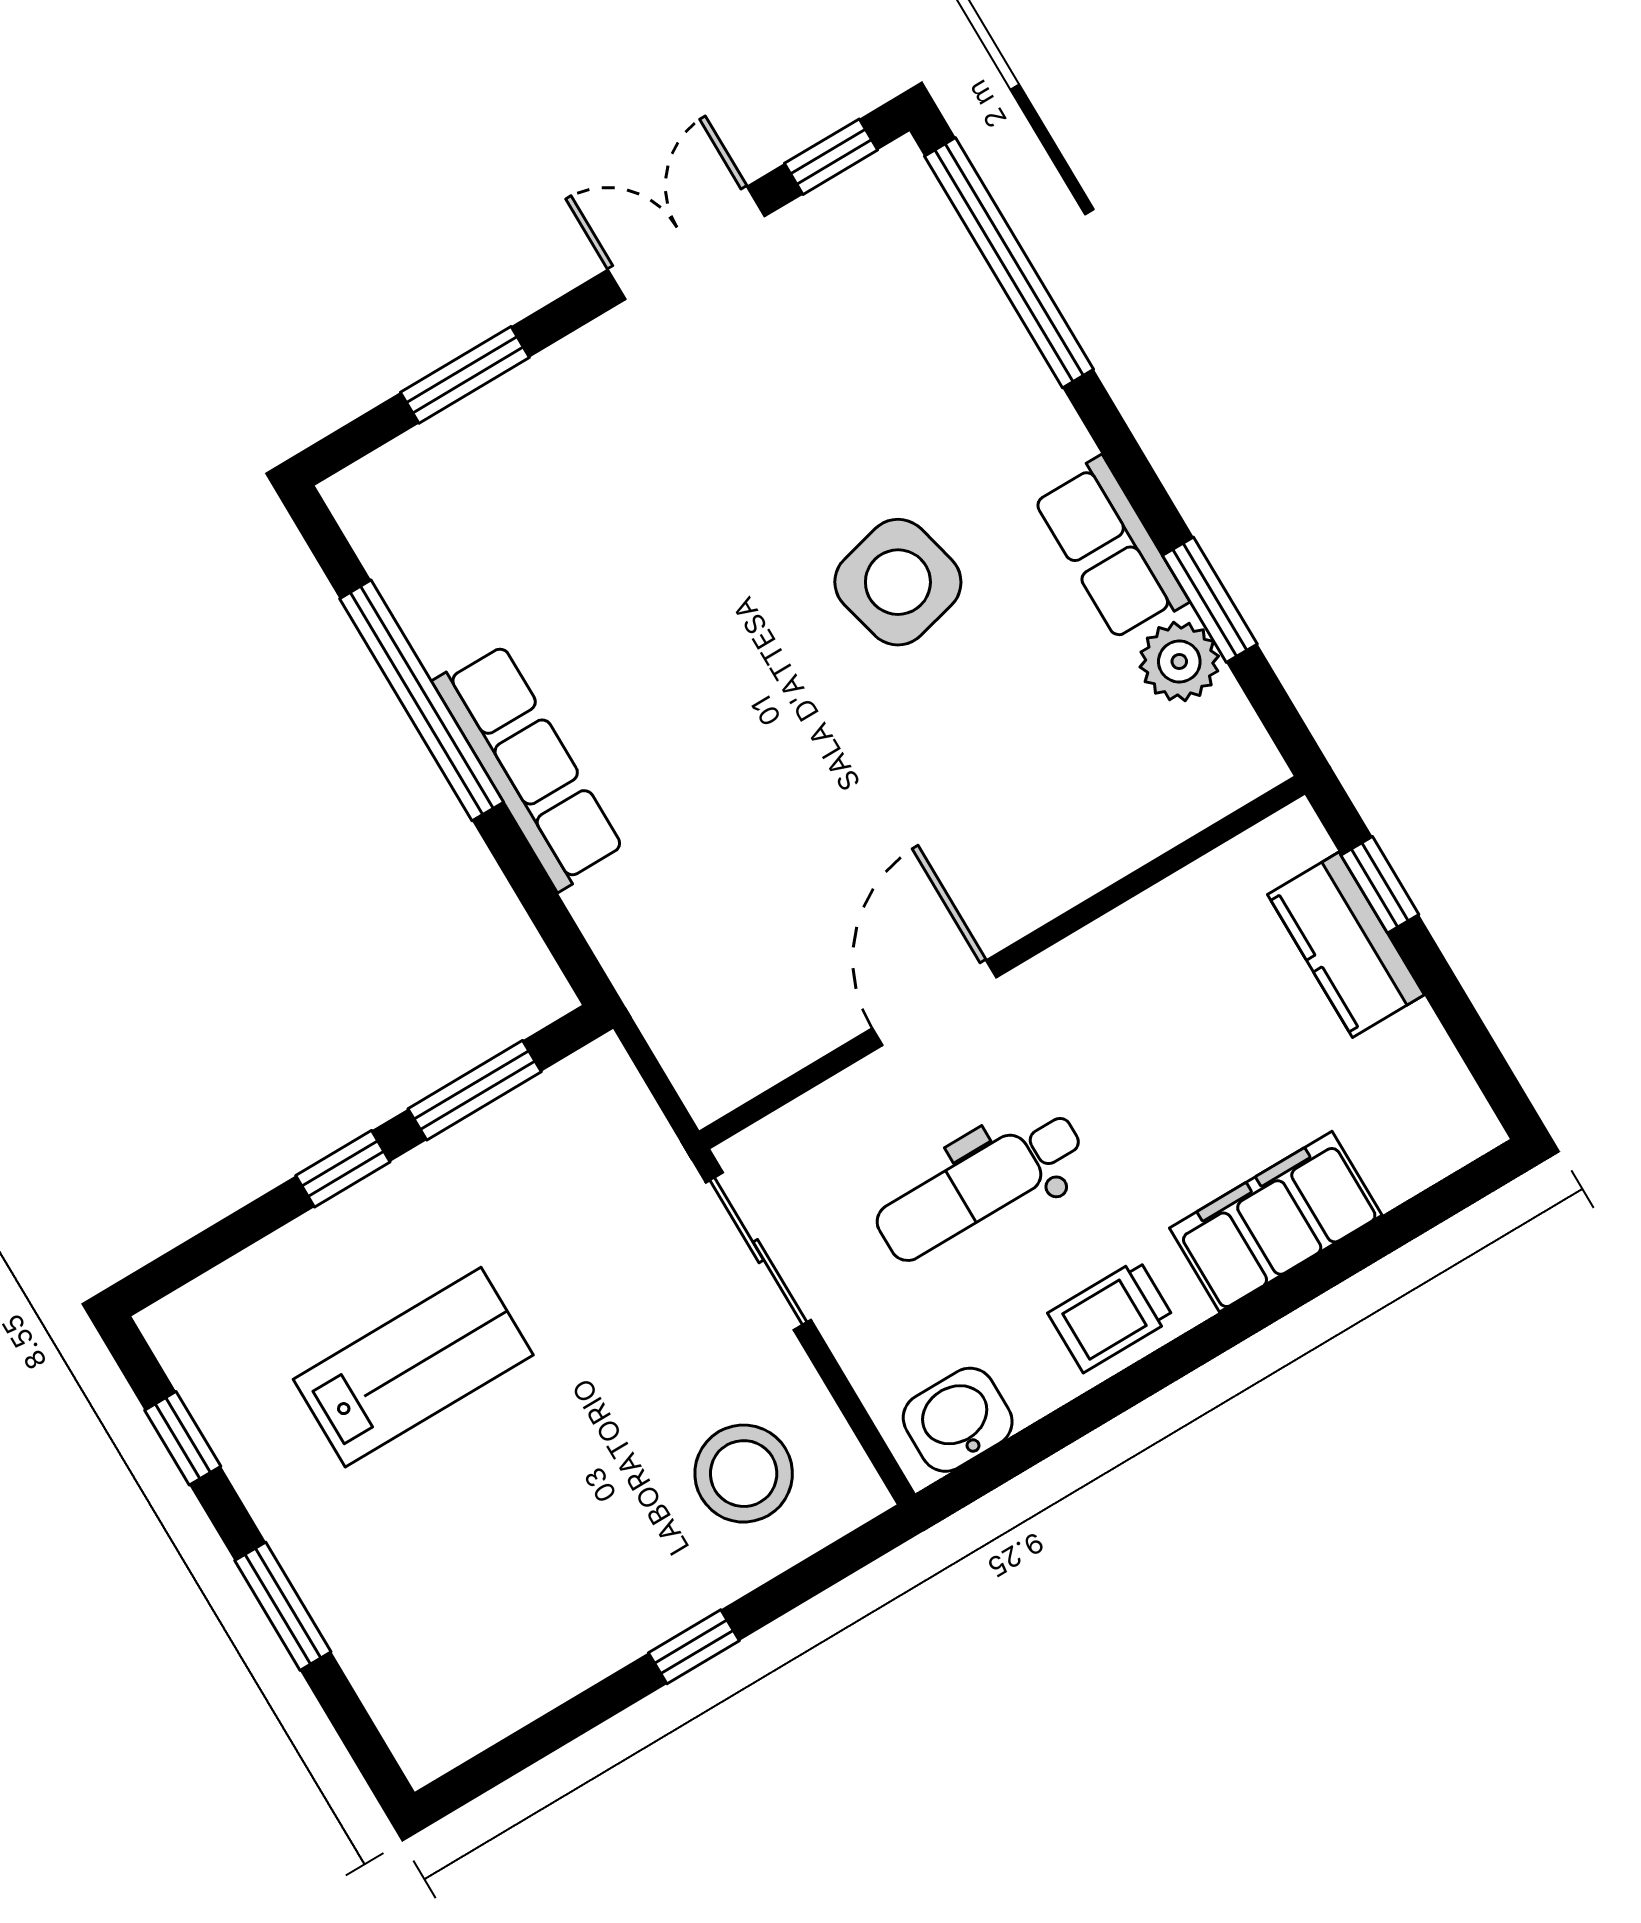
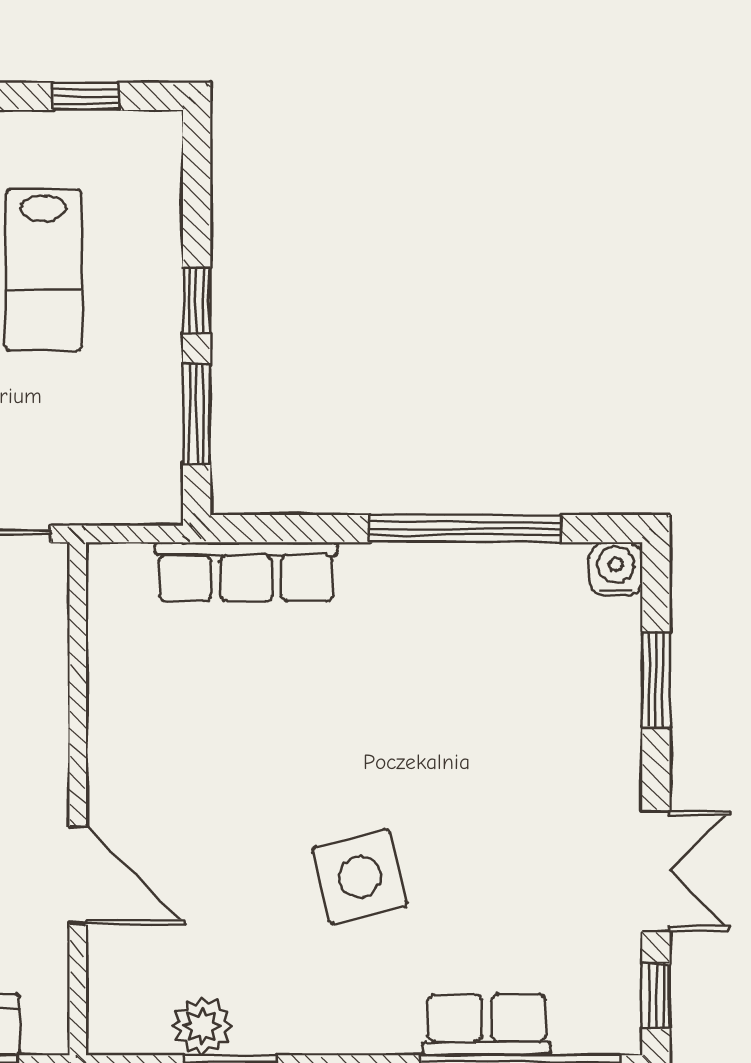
water cooler: (364, 498) -> (616, 569), added
row of seats: (1111, 549) -> (487, 1025), moved
row of seats: (529, 766) -> (246, 572), moved
door: (934, 1003) -> (78, 875), moved

